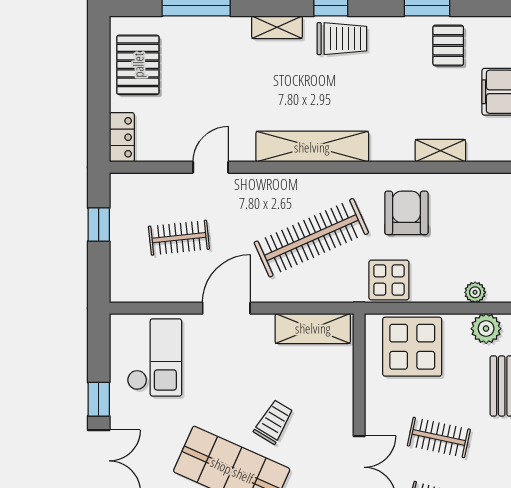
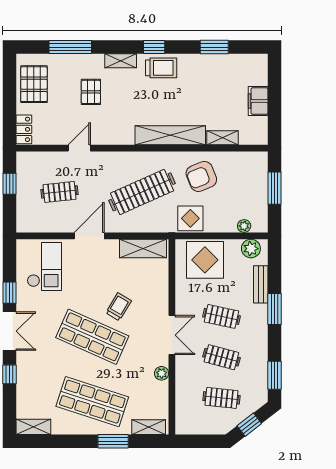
pallet: (448, 46) -> (91, 92), moved
shelving: (312, 147) -> (170, 135), moved
armchair: (406, 213) -> (201, 176), turned -112

